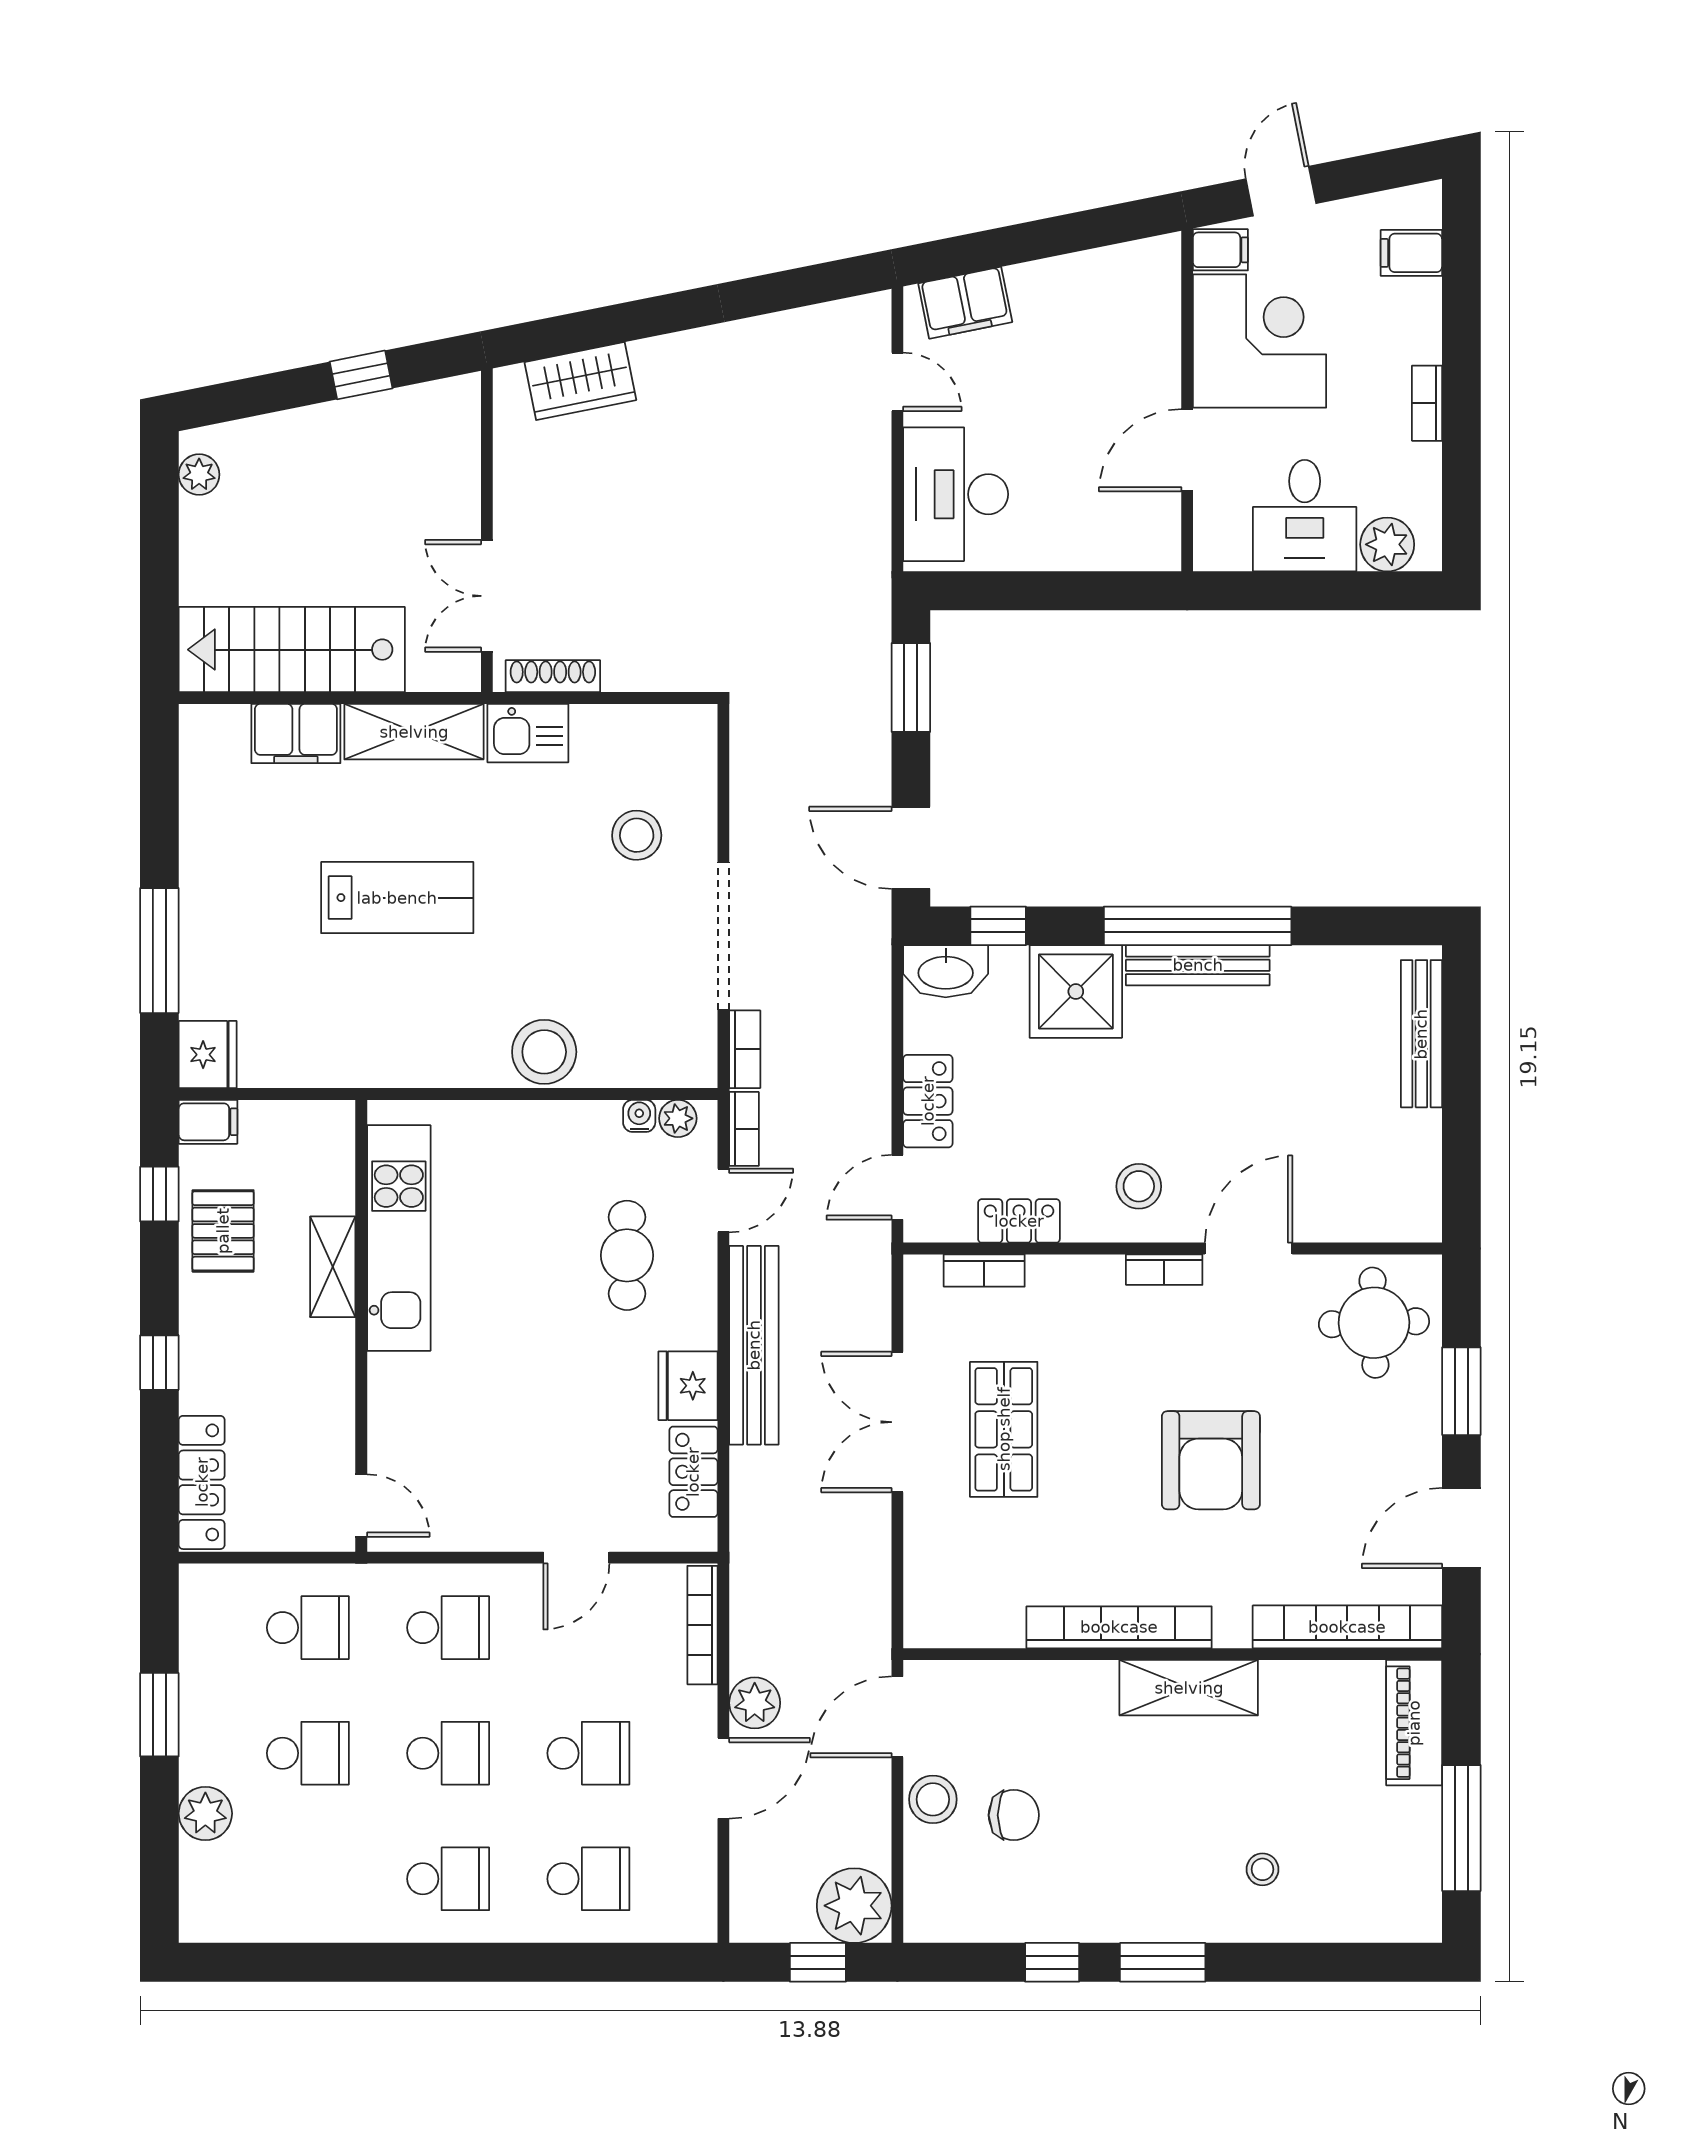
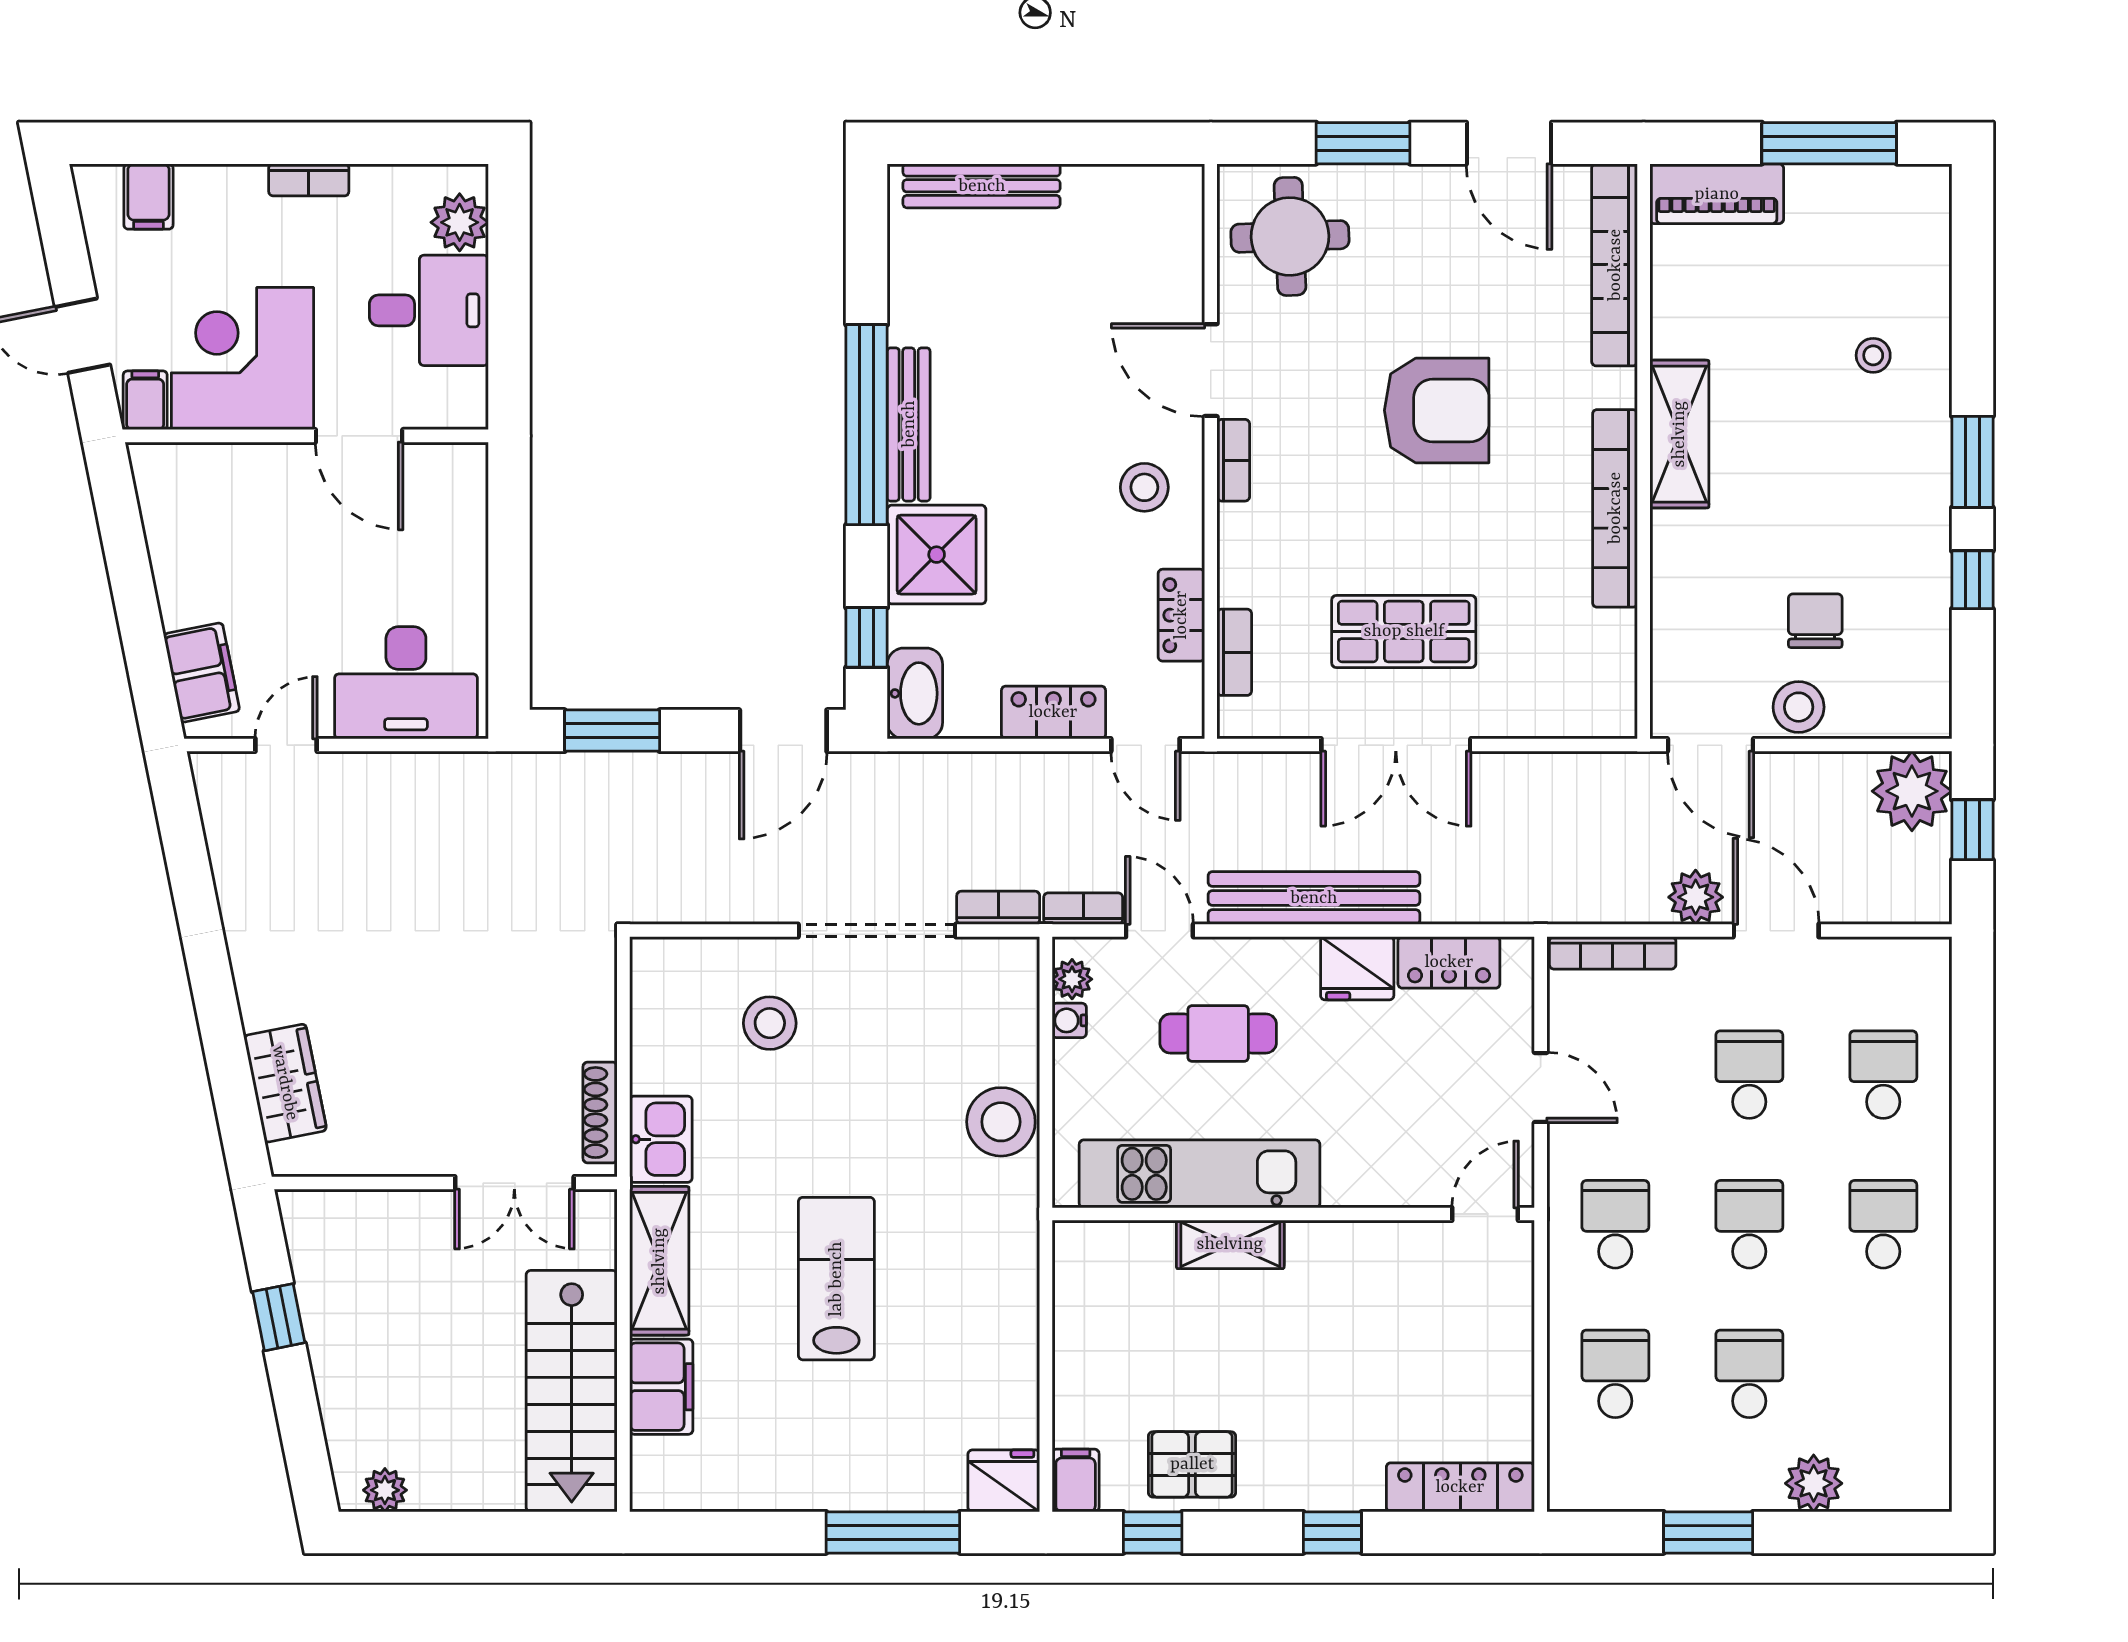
kitchen unit: (399, 1238) -> (1200, 1174), moved
shelving: (333, 1267) -> (1230, 1244), moved
wall: (361, 1326) -> (1293, 1214), moved
door: (361, 1506) -> (1485, 1214), moved

